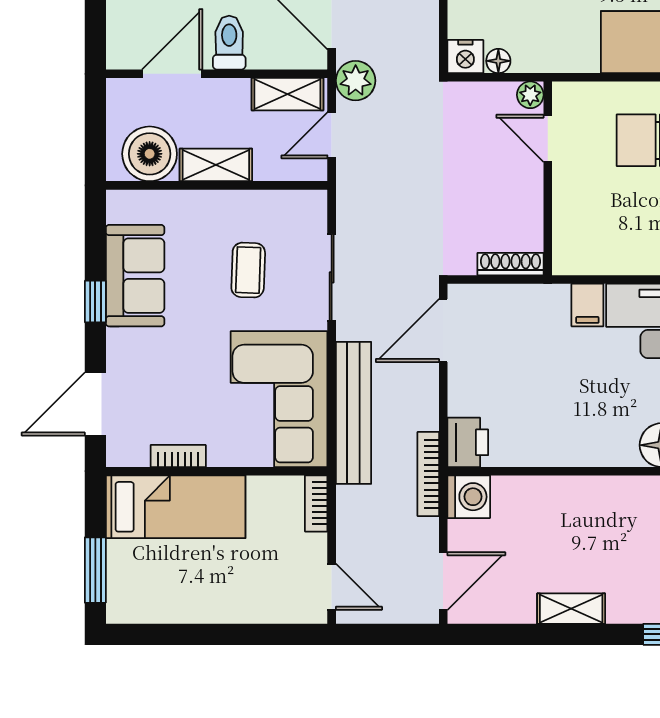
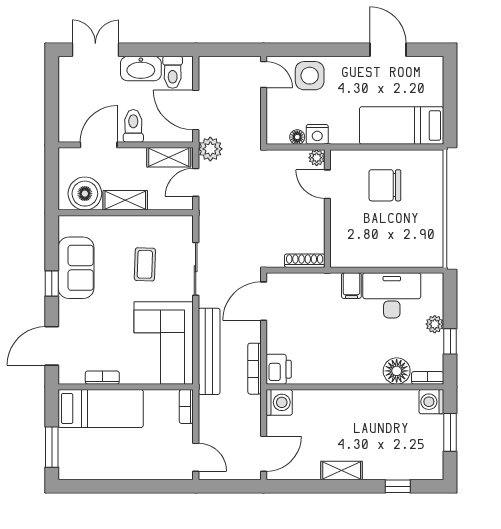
nightstand: (465, 57) -> (317, 134), moved
bookcase: (428, 474) -> (255, 369), moved

